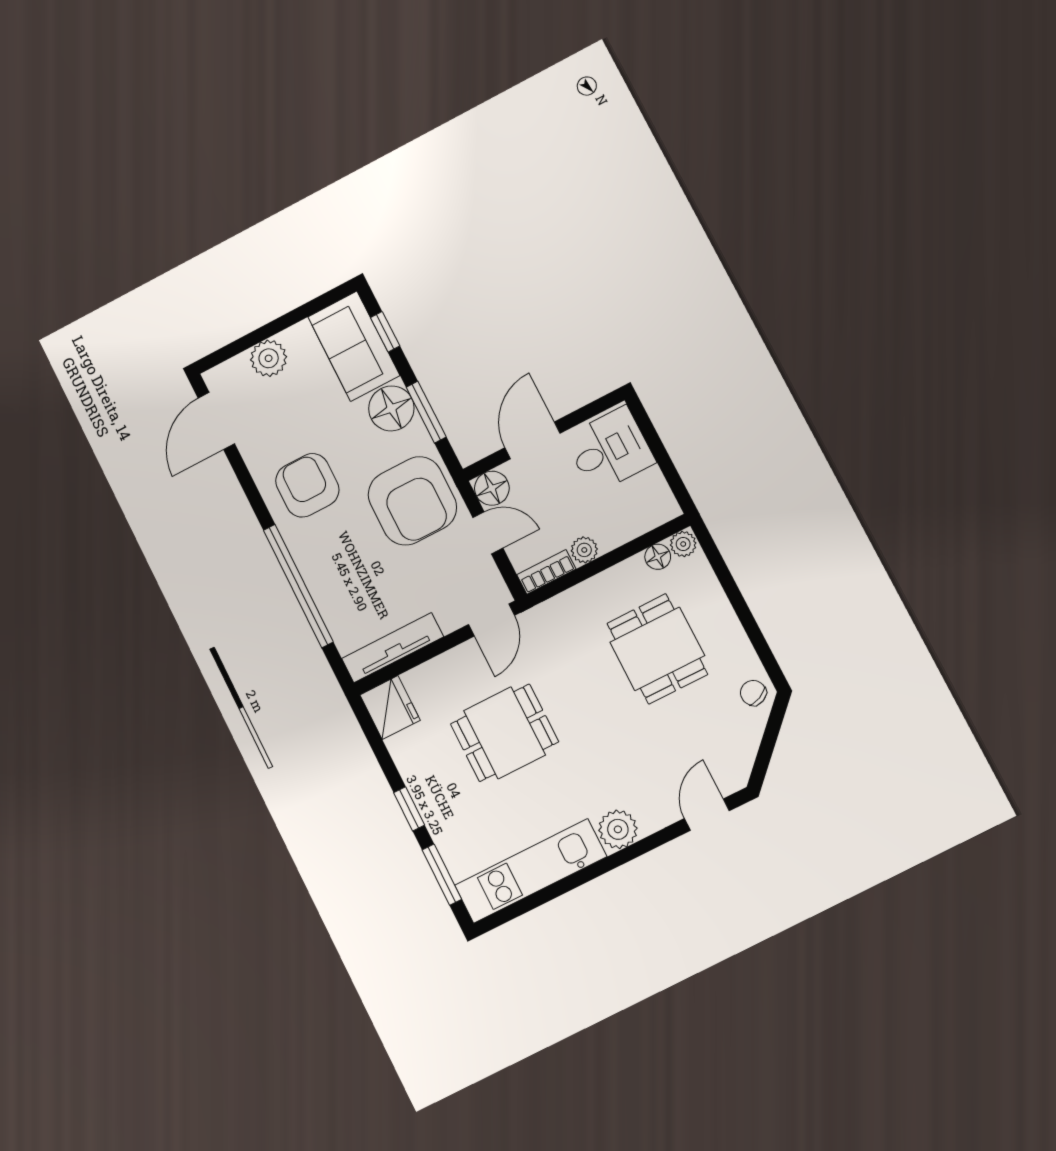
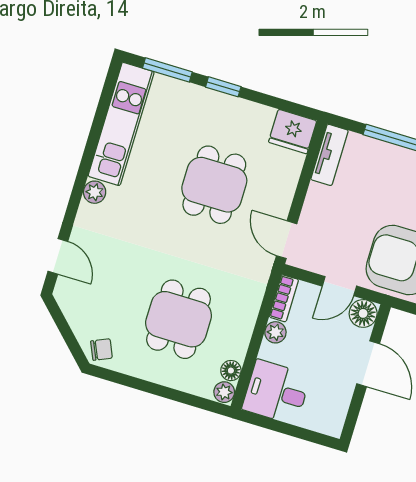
desk: (610, 450) -> (276, 392), moved, turned 90
tv unit: (393, 648) -> (329, 155), width x0.71
dining table: (657, 649) -> (179, 319), turned 90
plant: (618, 829) -> (95, 192), width x0.73, depth x0.73

